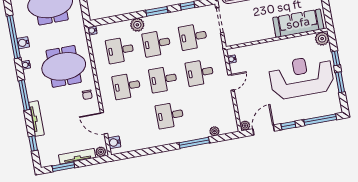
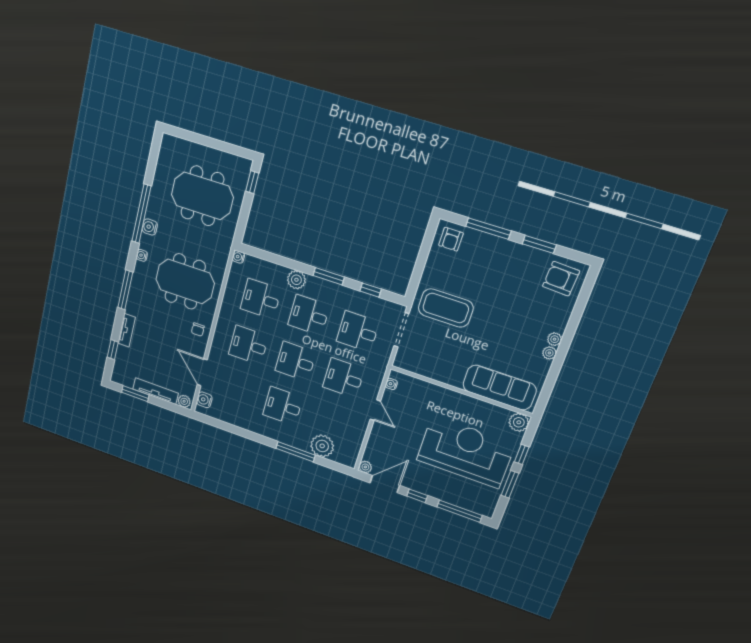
door: (231, 82) -> (375, 410), hinge flipped
tv unit: (36, 119) -> (127, 330), width x0.71
plant: (214, 131) -> (322, 446), width x1.88, depth x1.88

